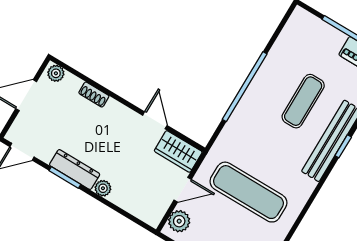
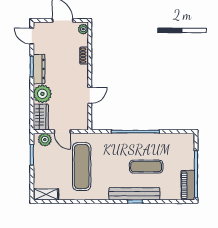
wardrobe: (178, 151) -> (41, 117), moved, turned 180
plant: (103, 188) -> (42, 94), width x1.87, depth x1.87

